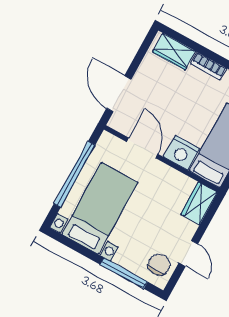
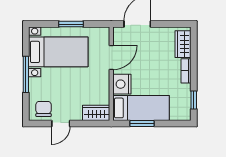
window: (74, 174) -> (71, 24), width x0.47
chair: (159, 265) -> (44, 109), turned -90
window: (124, 273) -> (26, 74), moved

